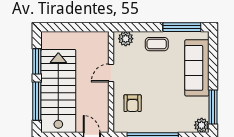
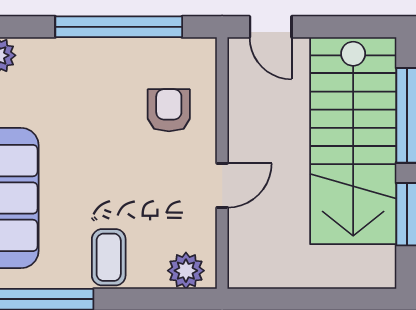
coffee table: (157, 44) -> (109, 257), turned 90

